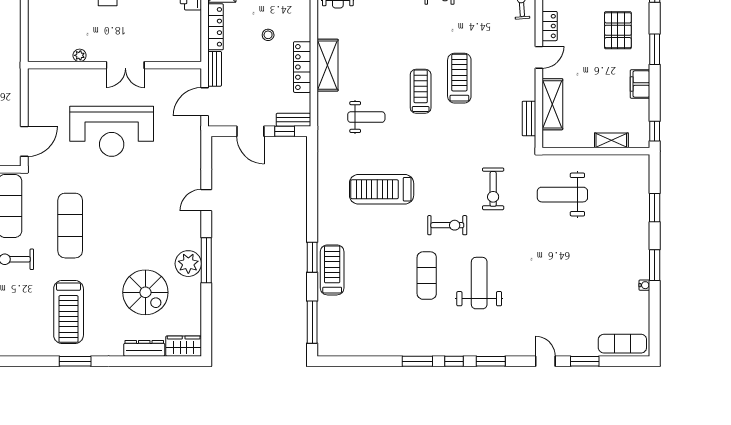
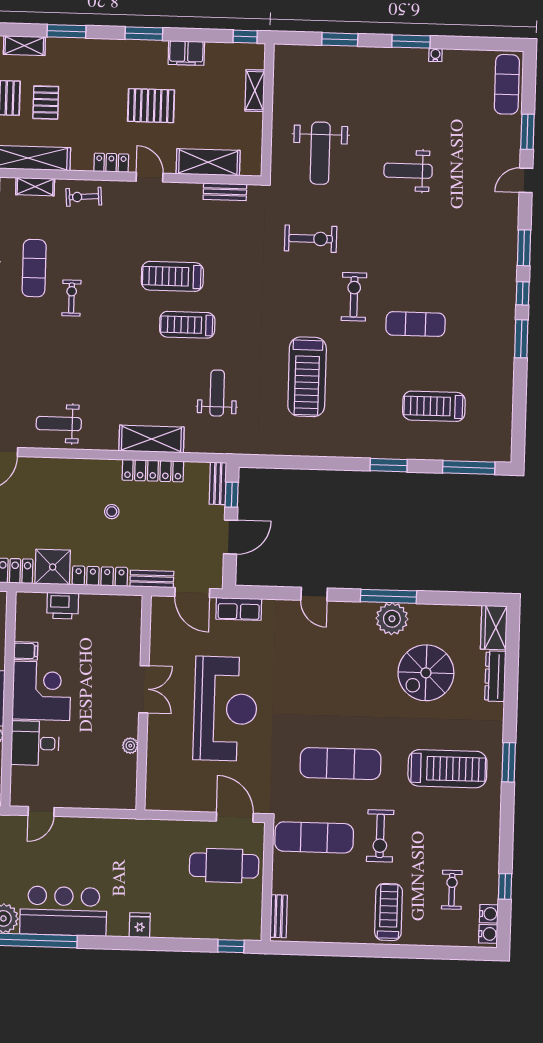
pallet: (618, 30) -> (151, 106), moved
row of seats: (193, 140) -> (239, 609), added
treadmill: (332, 270) -> (434, 406), moved
weight bench: (479, 283) -> (408, 171), moved, width x0.73, depth x0.75
spiral stairs: (145, 292) -> (426, 673), turned 180

